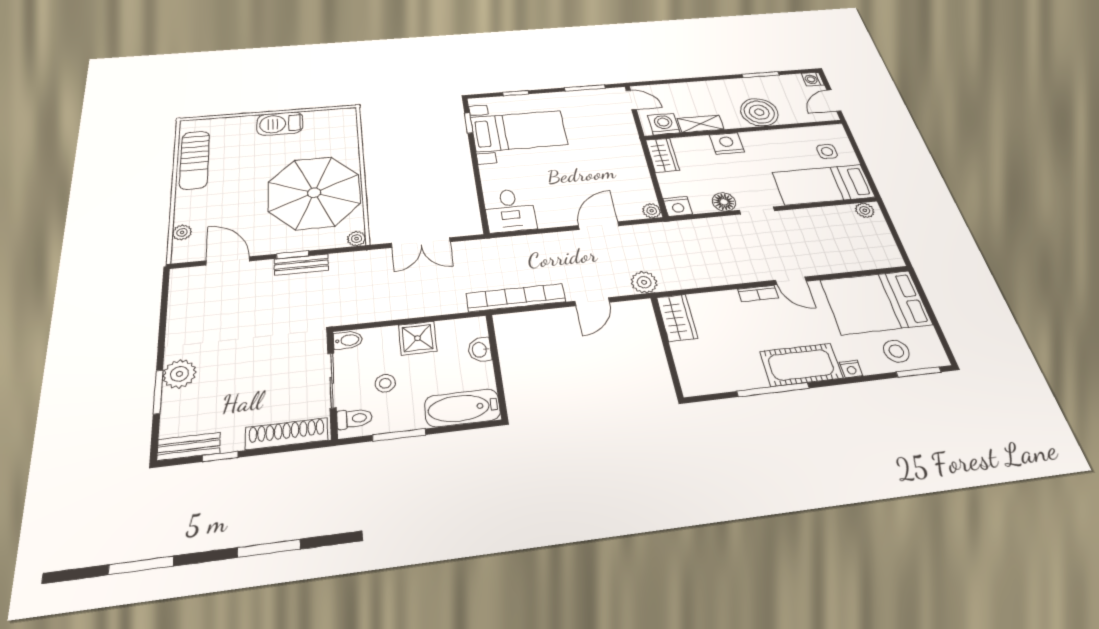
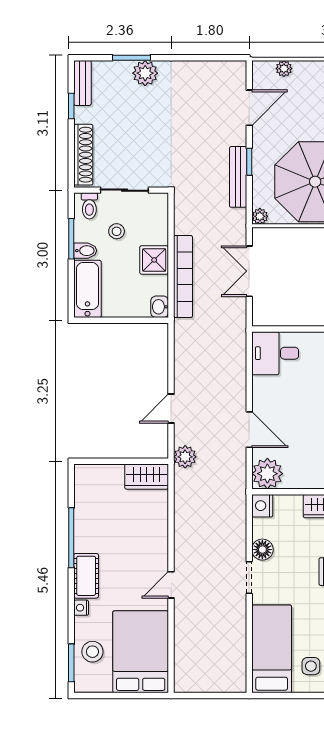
plant: (865, 210) -> (238, 678), removed
plant: (652, 211) -> (267, 474), width x1.88, depth x1.88
bench: (301, 265) -> (238, 177), width x1.36
bookcase: (758, 293) -> (162, 552), removed
bookcase: (516, 298) -> (183, 277), moved
door: (592, 302) -> (171, 408), hinge flipped
bidet: (348, 340) -> (85, 251), moved, turned -90
washbasin: (480, 350) -> (160, 307), moved, turned -90
cot: (801, 365) -> (86, 576), width x0.73, depth x0.75

